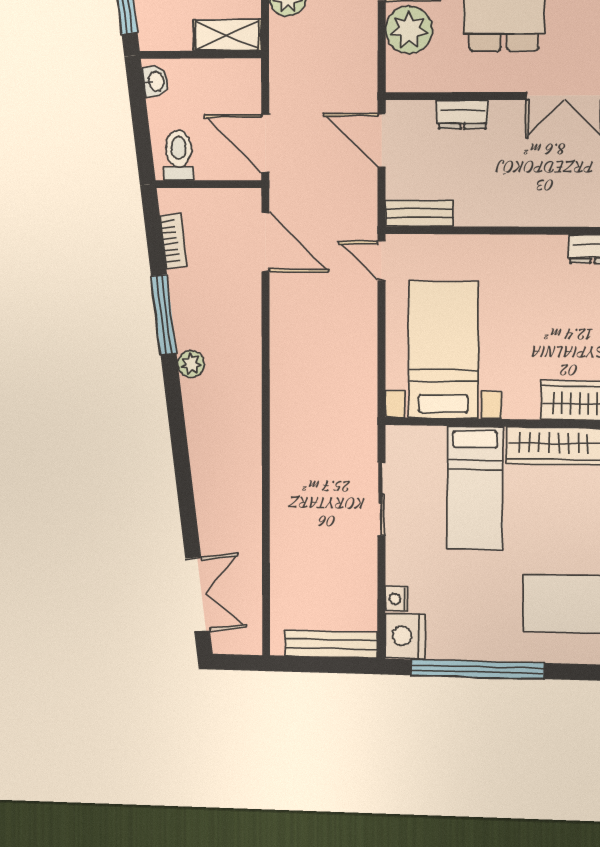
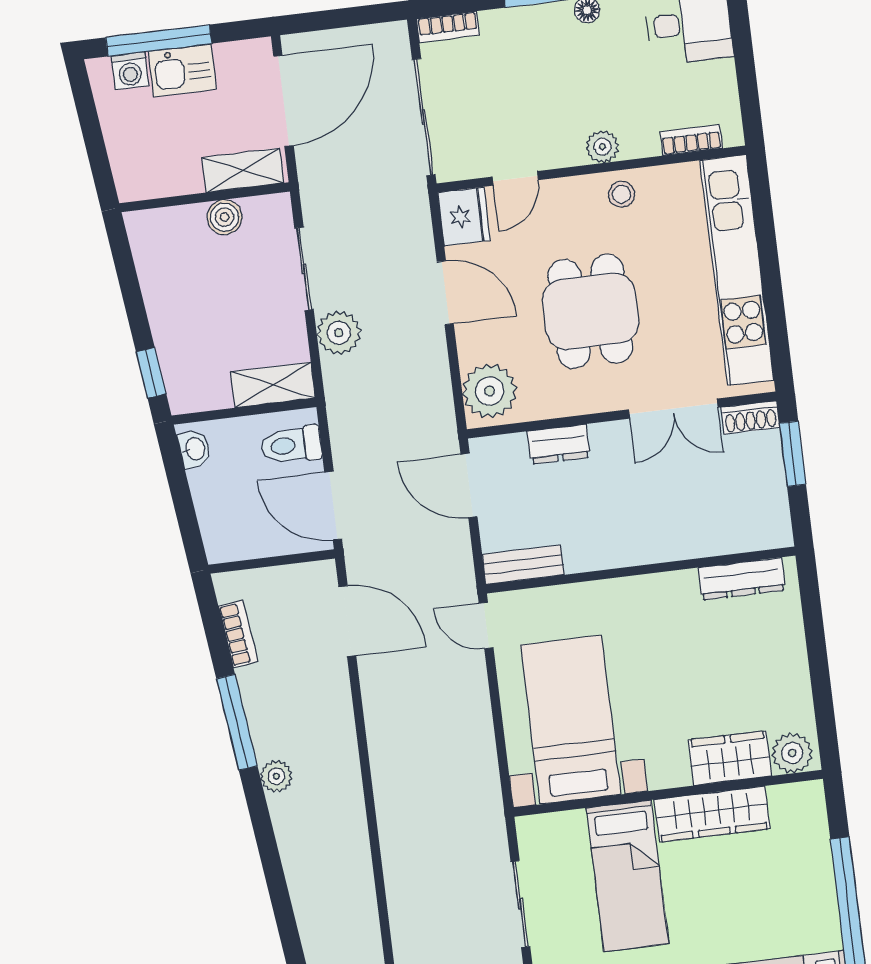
plant: (409, 30) -> (490, 391), moved
toilet: (179, 155) -> (291, 445), moved, turned -90

